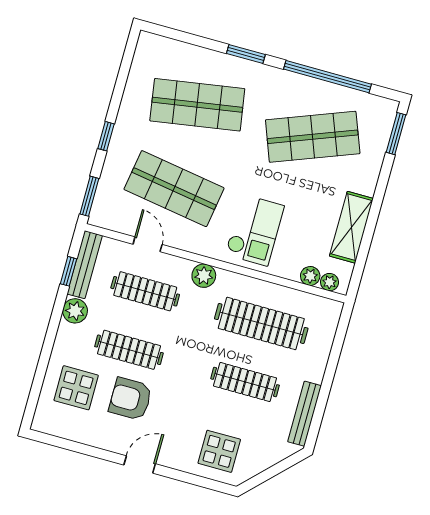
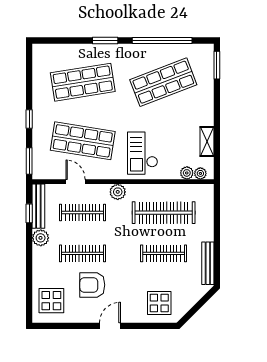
shelving: (351, 227) -> (207, 141), width x0.67, depth x0.75
checkout: (255, 230) -> (142, 153), turned 180
display table: (76, 388) -> (51, 301), moved

